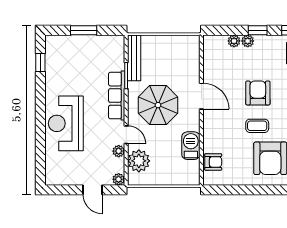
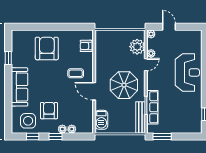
window: (84, 30) -> (162, 136), moved
armchair: (258, 93) -> (49, 111), moved, turned 180
row of seats: (117, 96) -> (152, 107), moved
coffee table: (257, 126) -> (76, 73), moved
door: (126, 135) -> (146, 65), swing flipped
barbecue: (191, 146) -> (101, 120), moved

